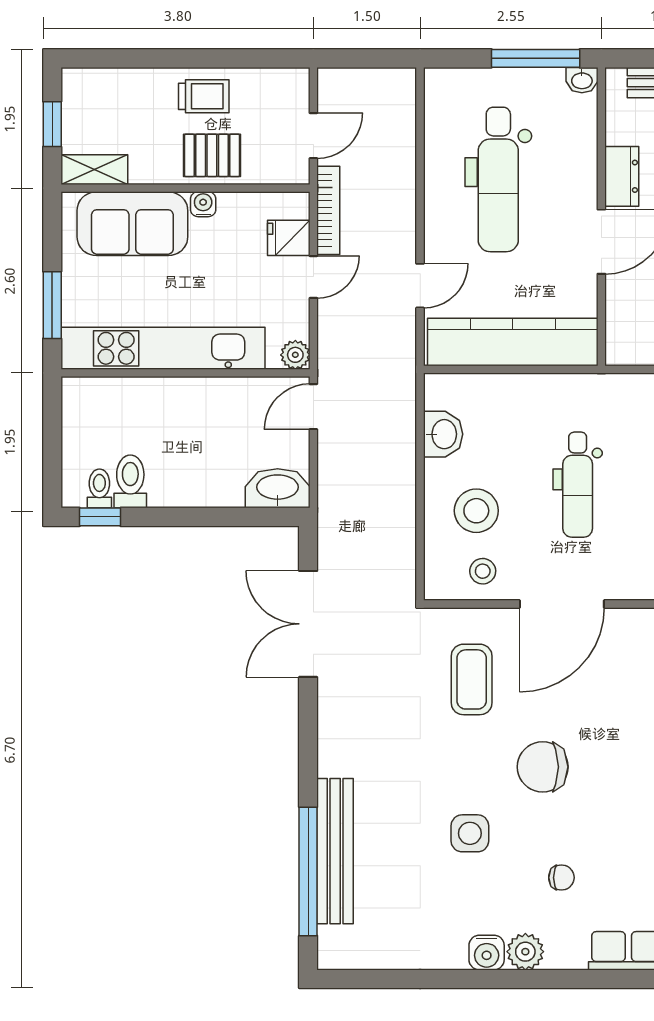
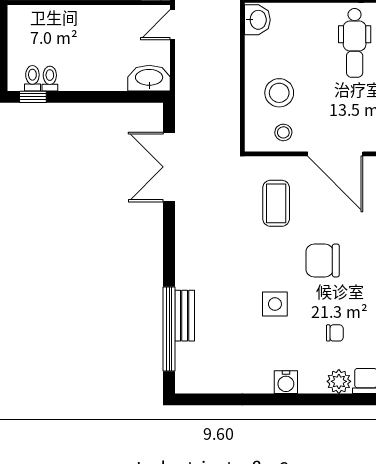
washbasin: (443, 434) -> (257, 20), moved
toilet: (130, 481) -> (50, 79), width x0.73, depth x0.72
dental chair: (578, 485) -> (355, 43), moved
door: (562, 604) -> (335, 154), hinge flipped
bench: (335, 851) -> (185, 316), width x0.54, depth x0.82
plant: (525, 952) -> (339, 381), moved

